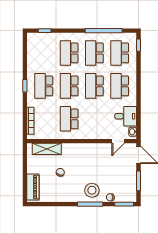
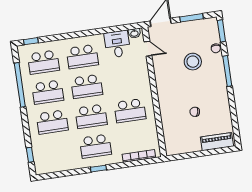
shelving: (47, 149) -> (170, 132), removed
stool: (92, 190) -> (193, 62), moved

